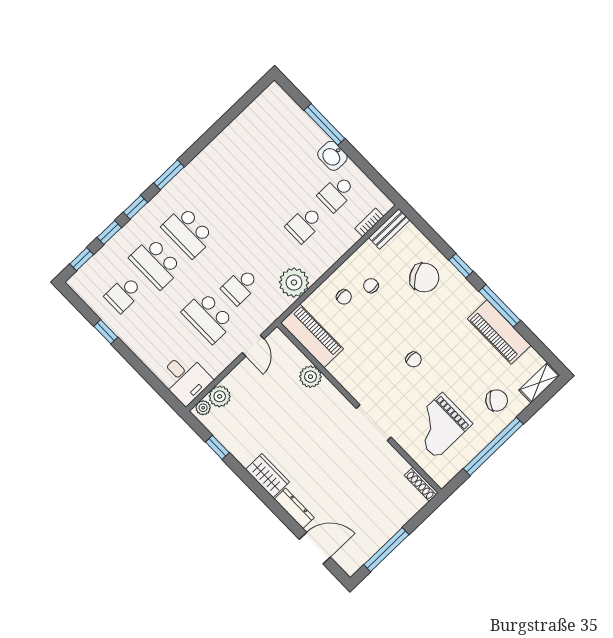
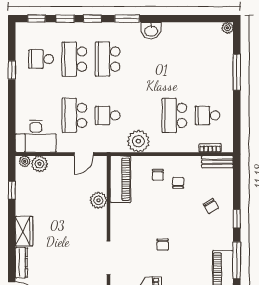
plant: (274, 90) -> (227, 28), added
washbasin: (332, 156) -> (151, 31), moved, turned -90
school desk: (304, 224) -> (174, 115), width x1.85
chair: (424, 278) -> (211, 206), width x0.54, depth x0.54
desk: (185, 378) -> (36, 136), width x1.37

